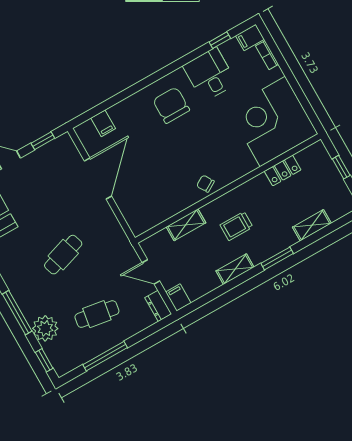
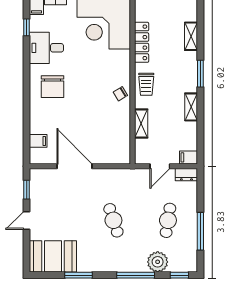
chair: (171, 105) -> (52, 87), turned -90
locker: (283, 171) -> (142, 42), width x1.53
trolley: (236, 226) -> (146, 84), moved

